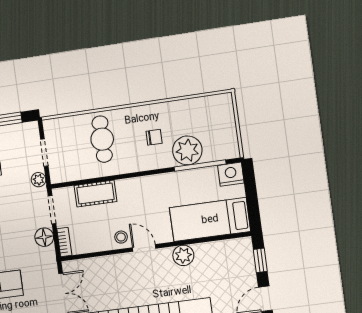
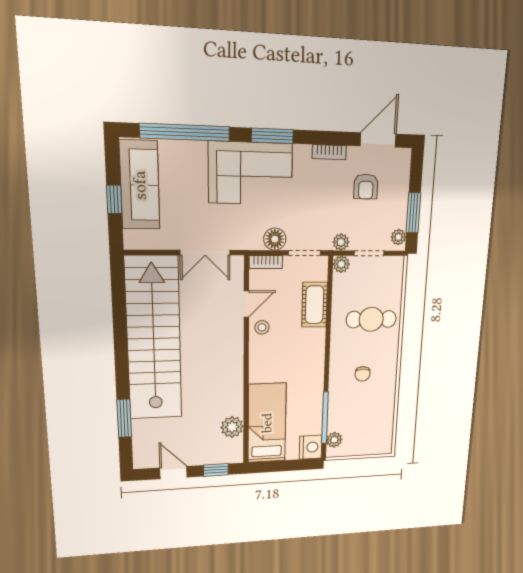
plant: (27, 129) -> (398, 237), added
plant: (187, 150) -> (334, 440), moved, width x0.53, depth x0.53
plant: (57, 176) -> (341, 264), added
door: (144, 248) -> (246, 304), moved
plant: (183, 255) -> (232, 427), moved

